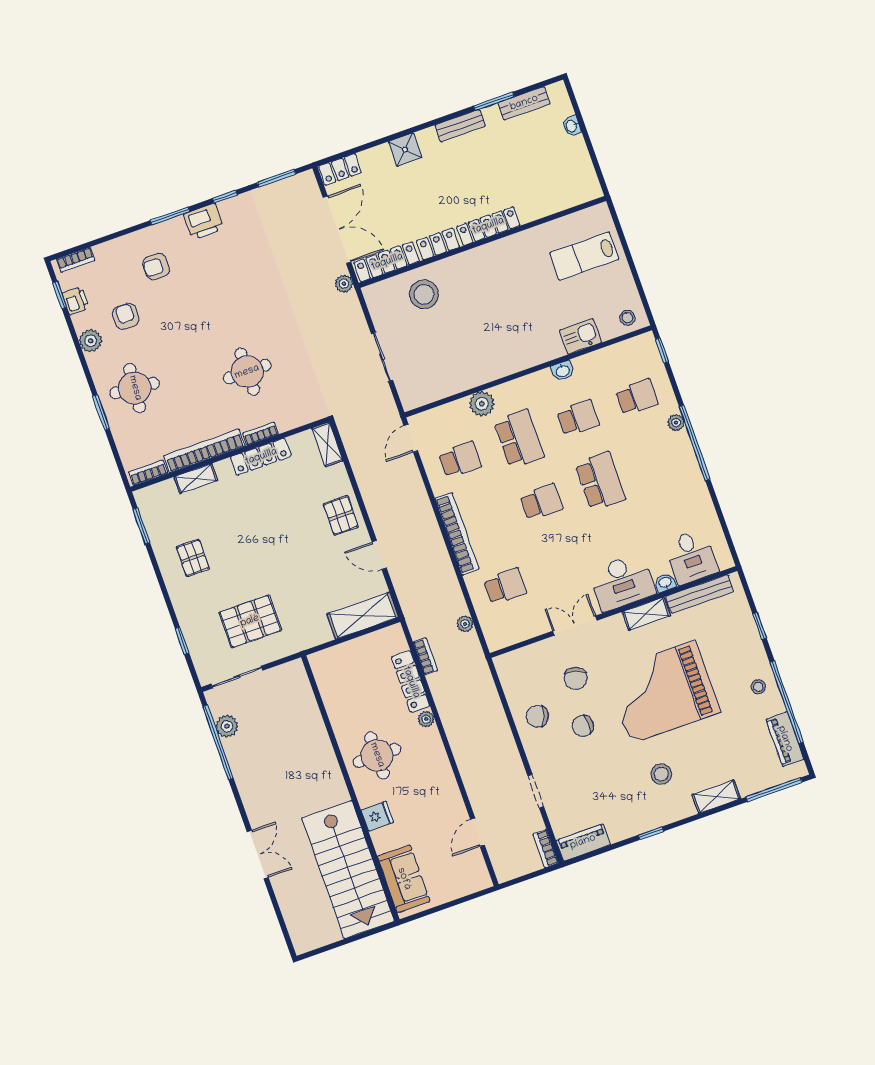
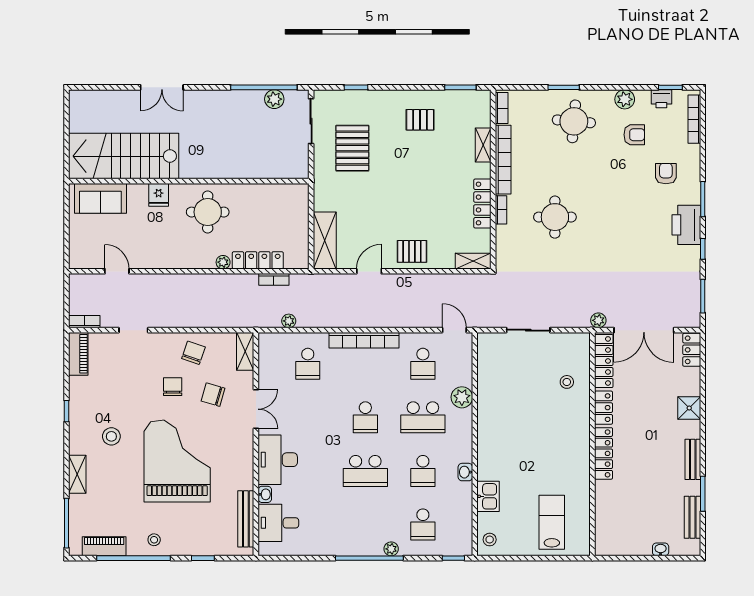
printer: (204, 221) -> (686, 225), width x1.37, depth x1.19
bookcase: (76, 260) -> (694, 119), width x1.56
stool: (424, 294) -> (567, 382), width x0.53, depth x0.53
shelving: (646, 614) -> (245, 351), moved

